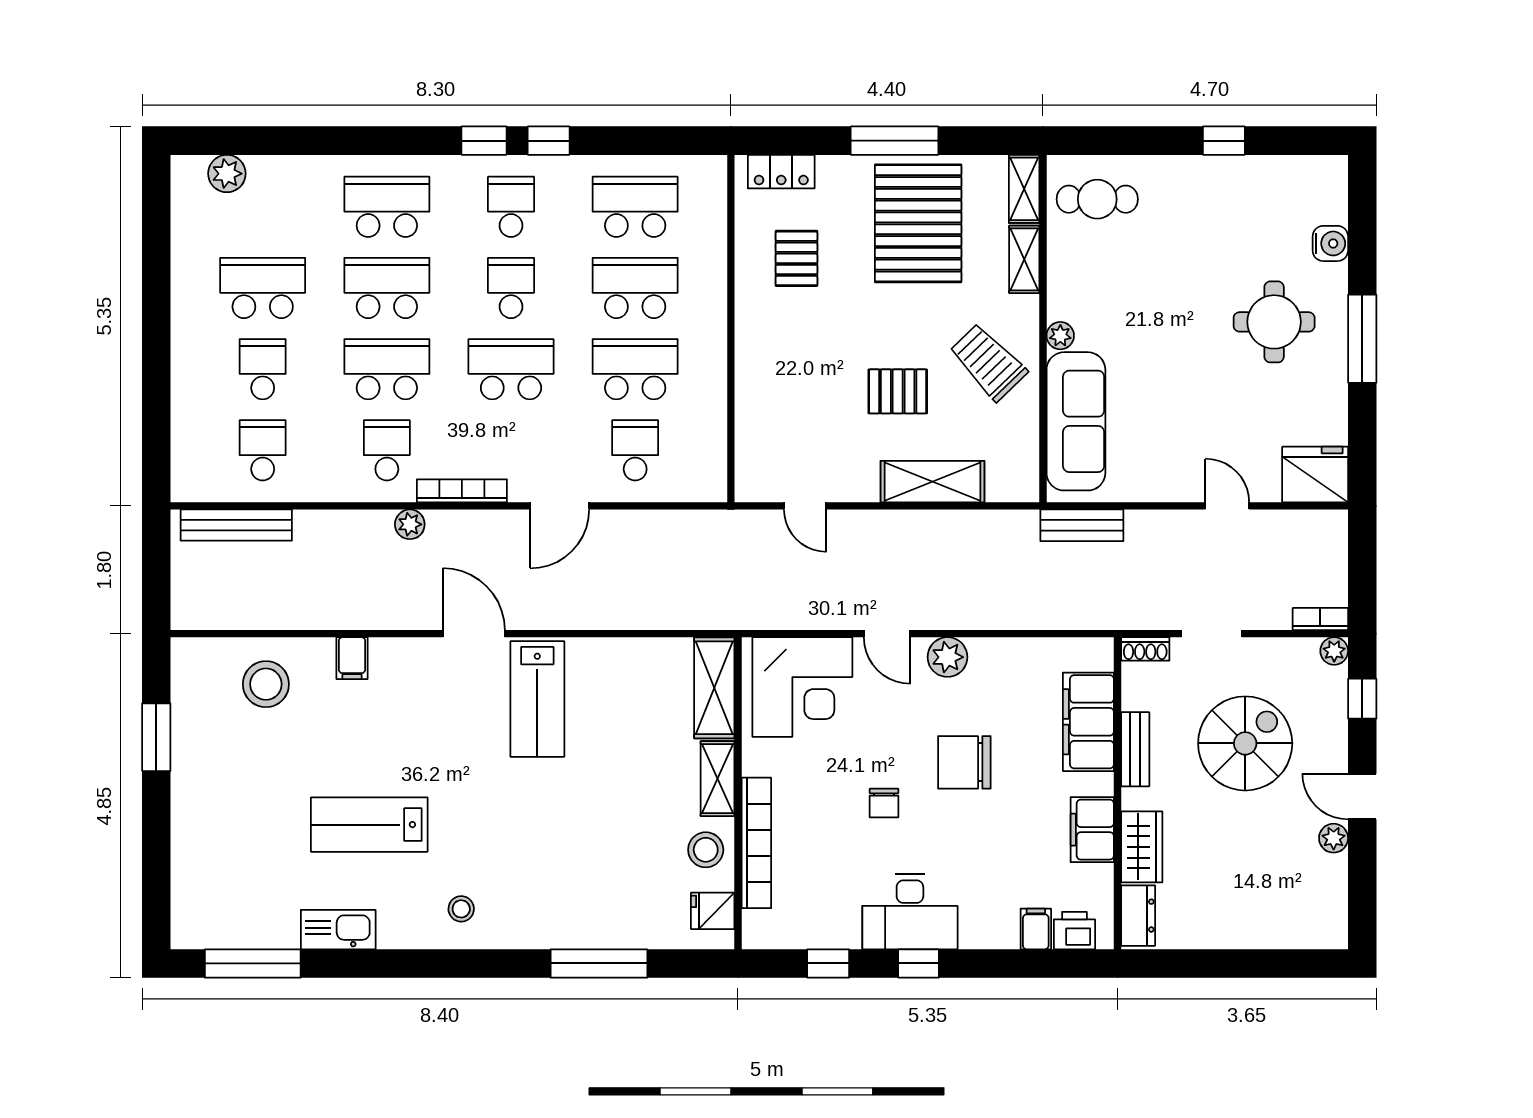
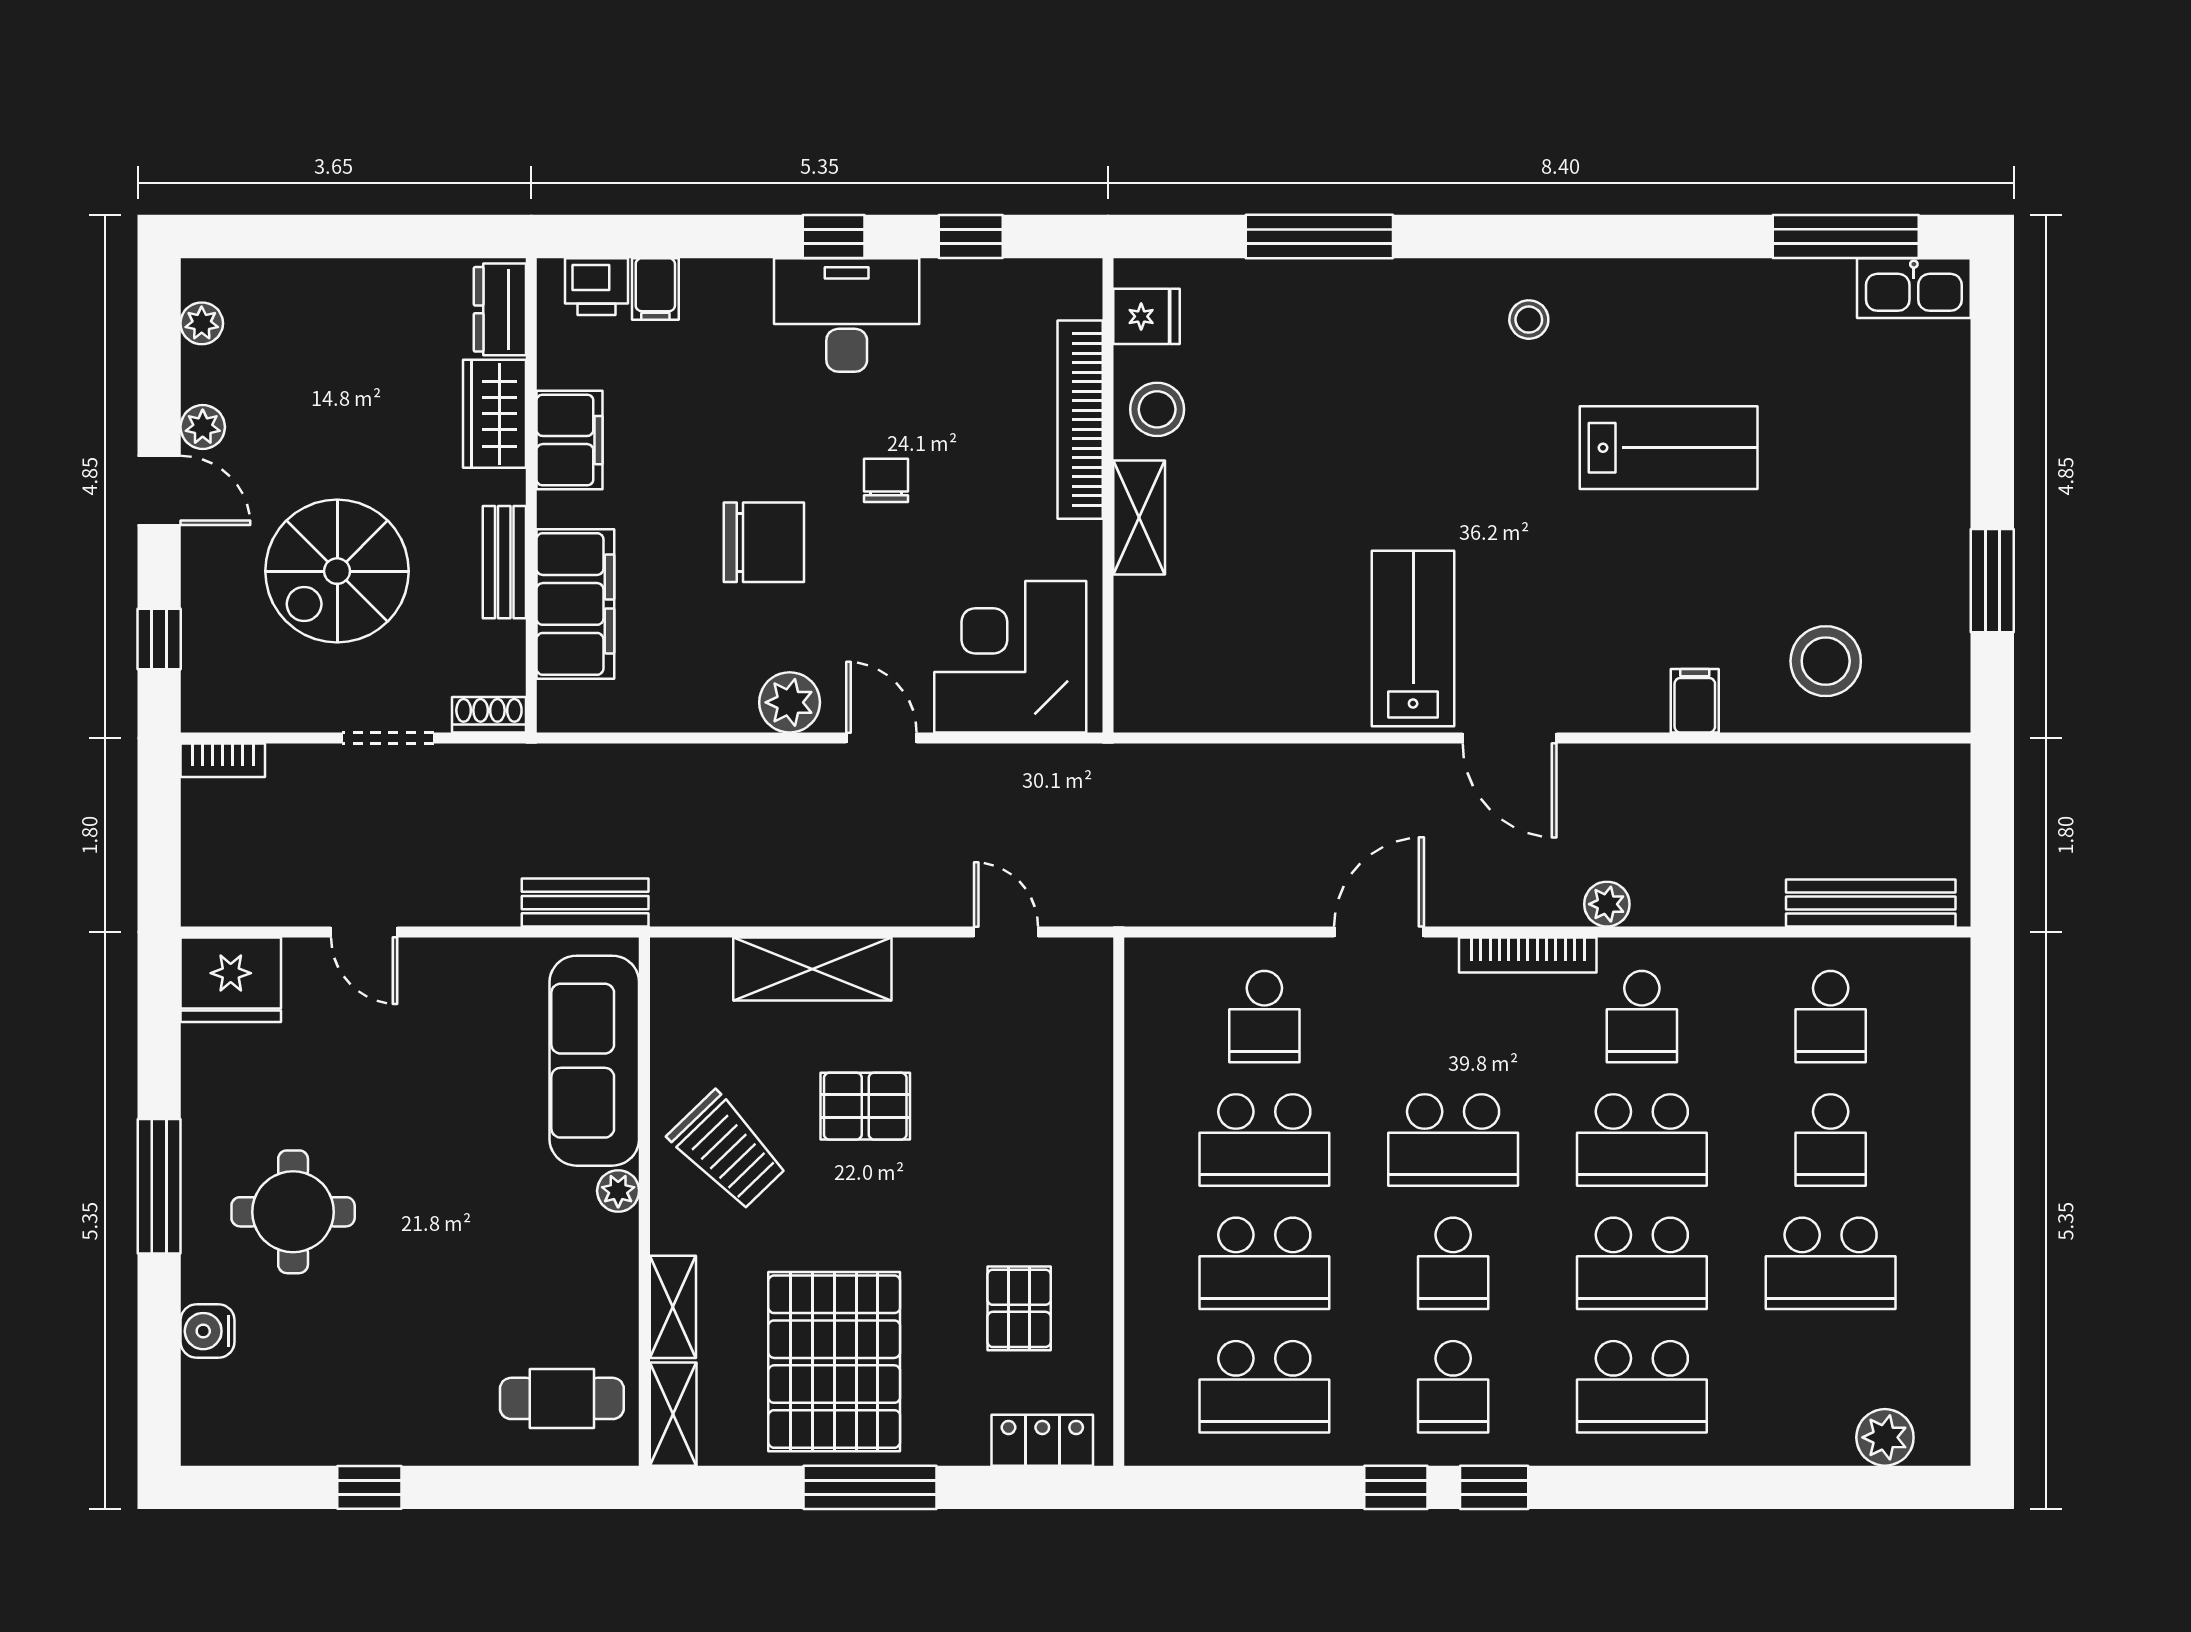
plant: (1334, 651) -> (202, 323), moved
shelving: (714, 688) -> (1144, 656), removed
kitchen sink: (338, 930) -> (1914, 288), moved

